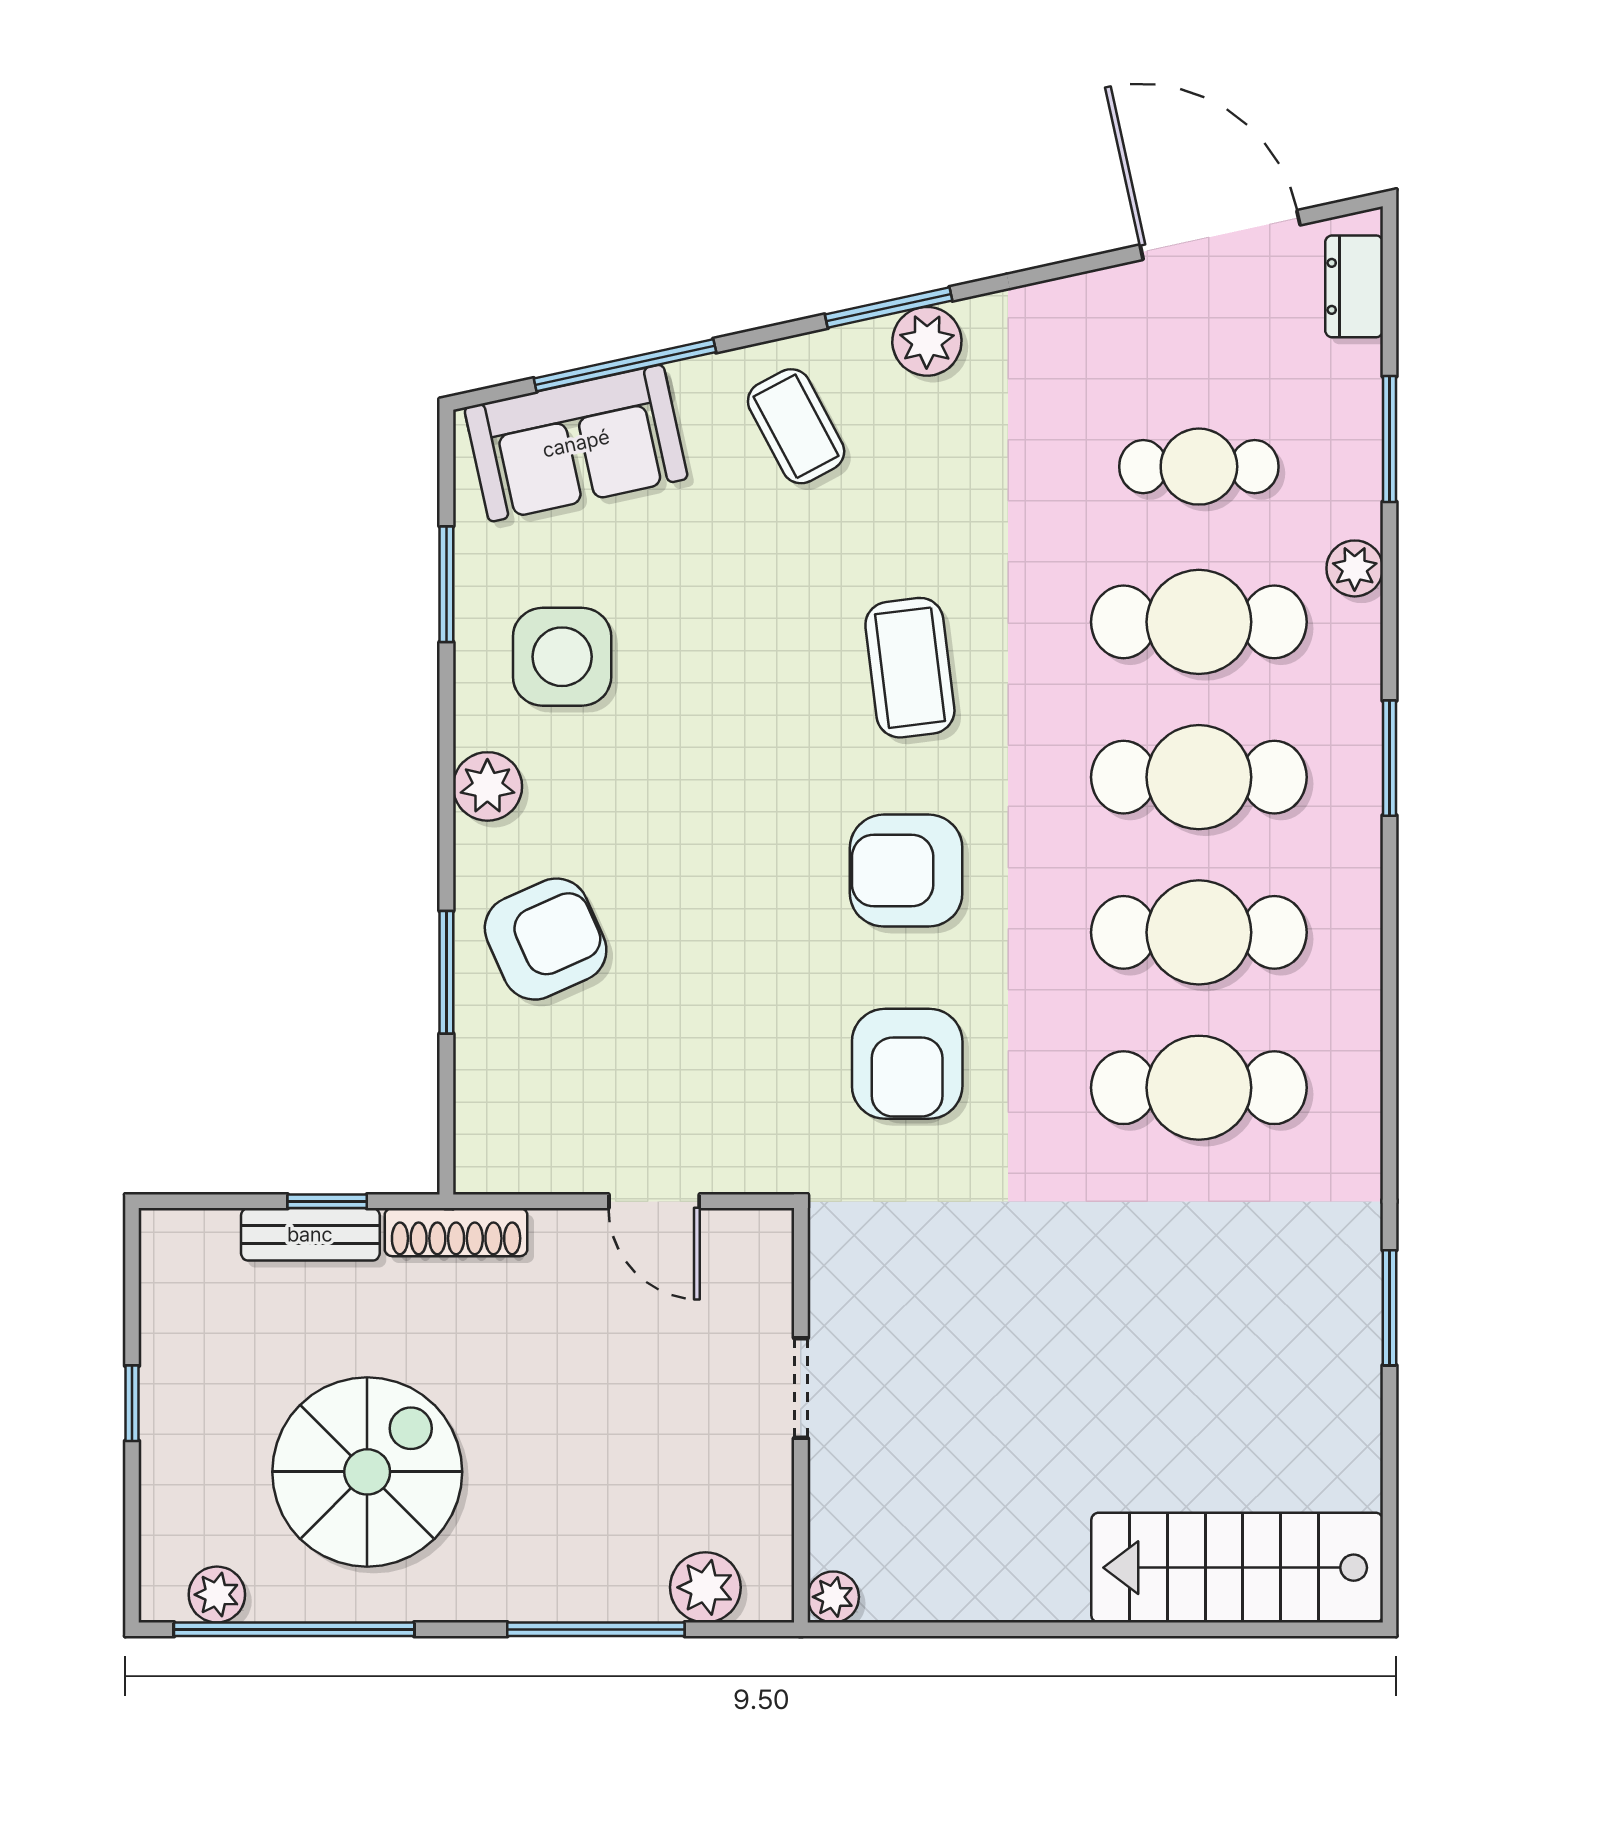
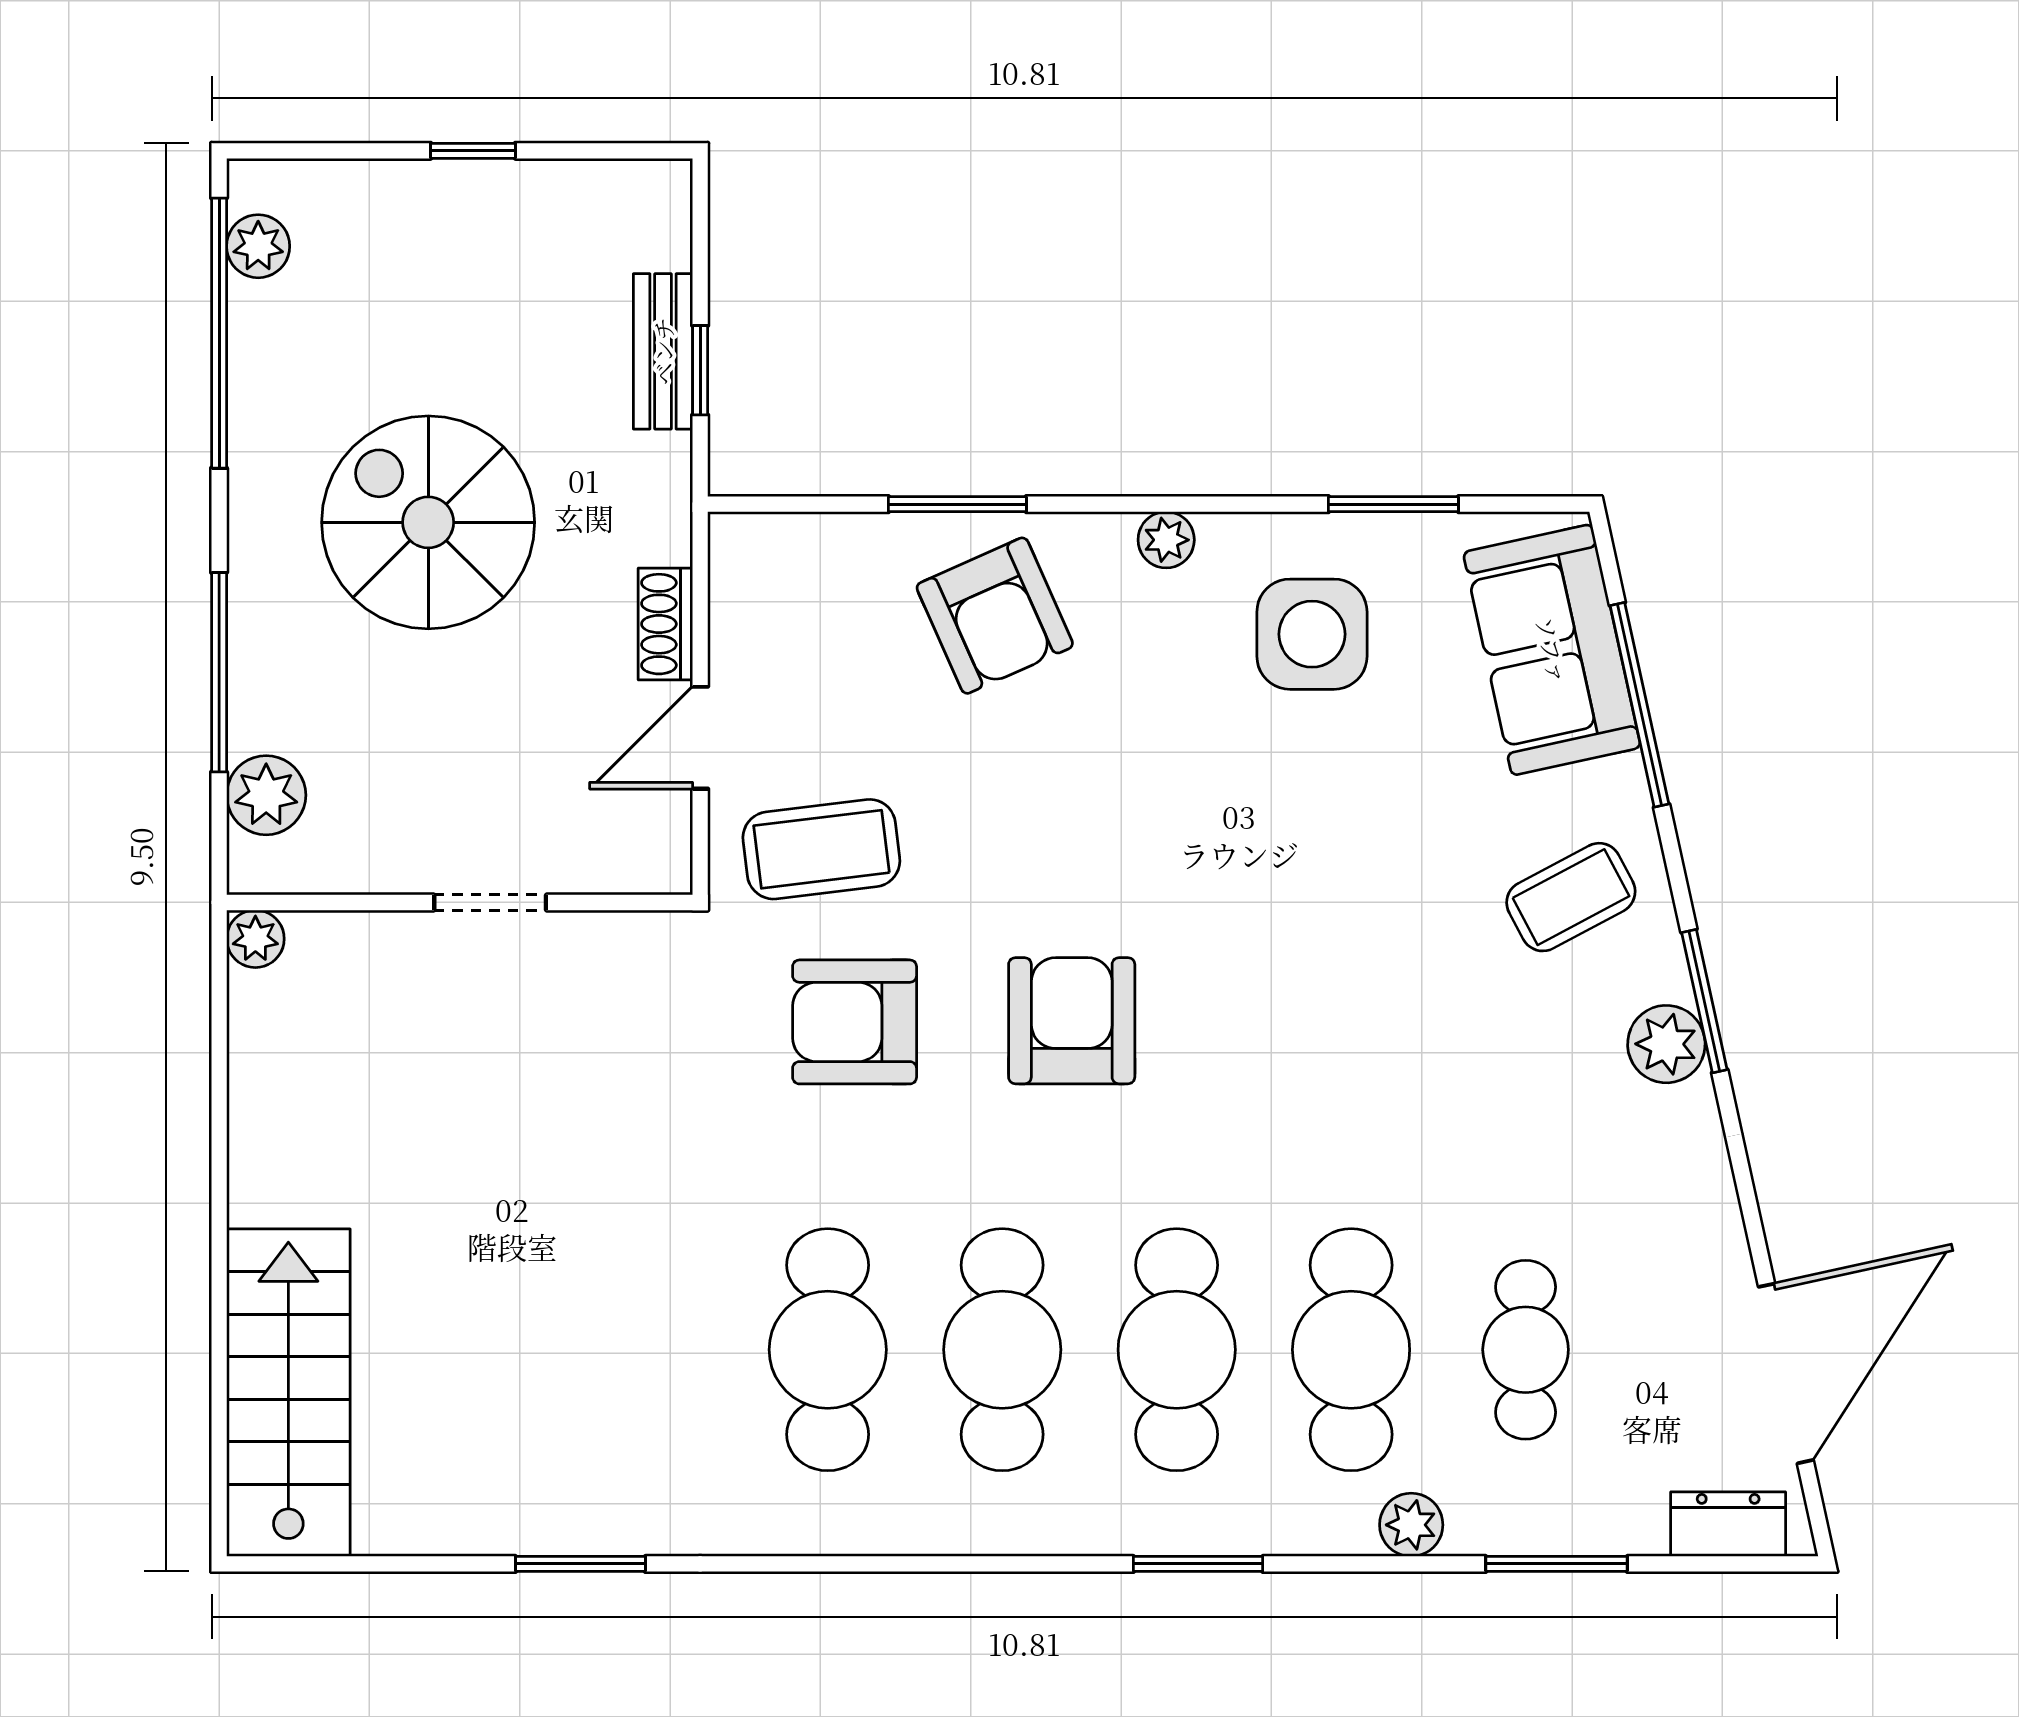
coffee table: (910, 668) -> (821, 849), moved
plant: (487, 786) -> (1166, 540), width x0.73, depth x0.73
shoe rack: (456, 1232) -> (665, 624), moved, width x0.70
spiral stairs: (367, 1472) -> (428, 522), moved, turned 180

